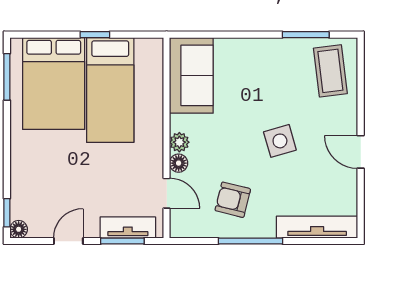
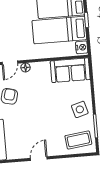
nightstand: (148, 49) -> (82, 47), added
side table: (280, 141) -> (80, 109), moved
plant: (179, 142) -> (36, 67), removed

